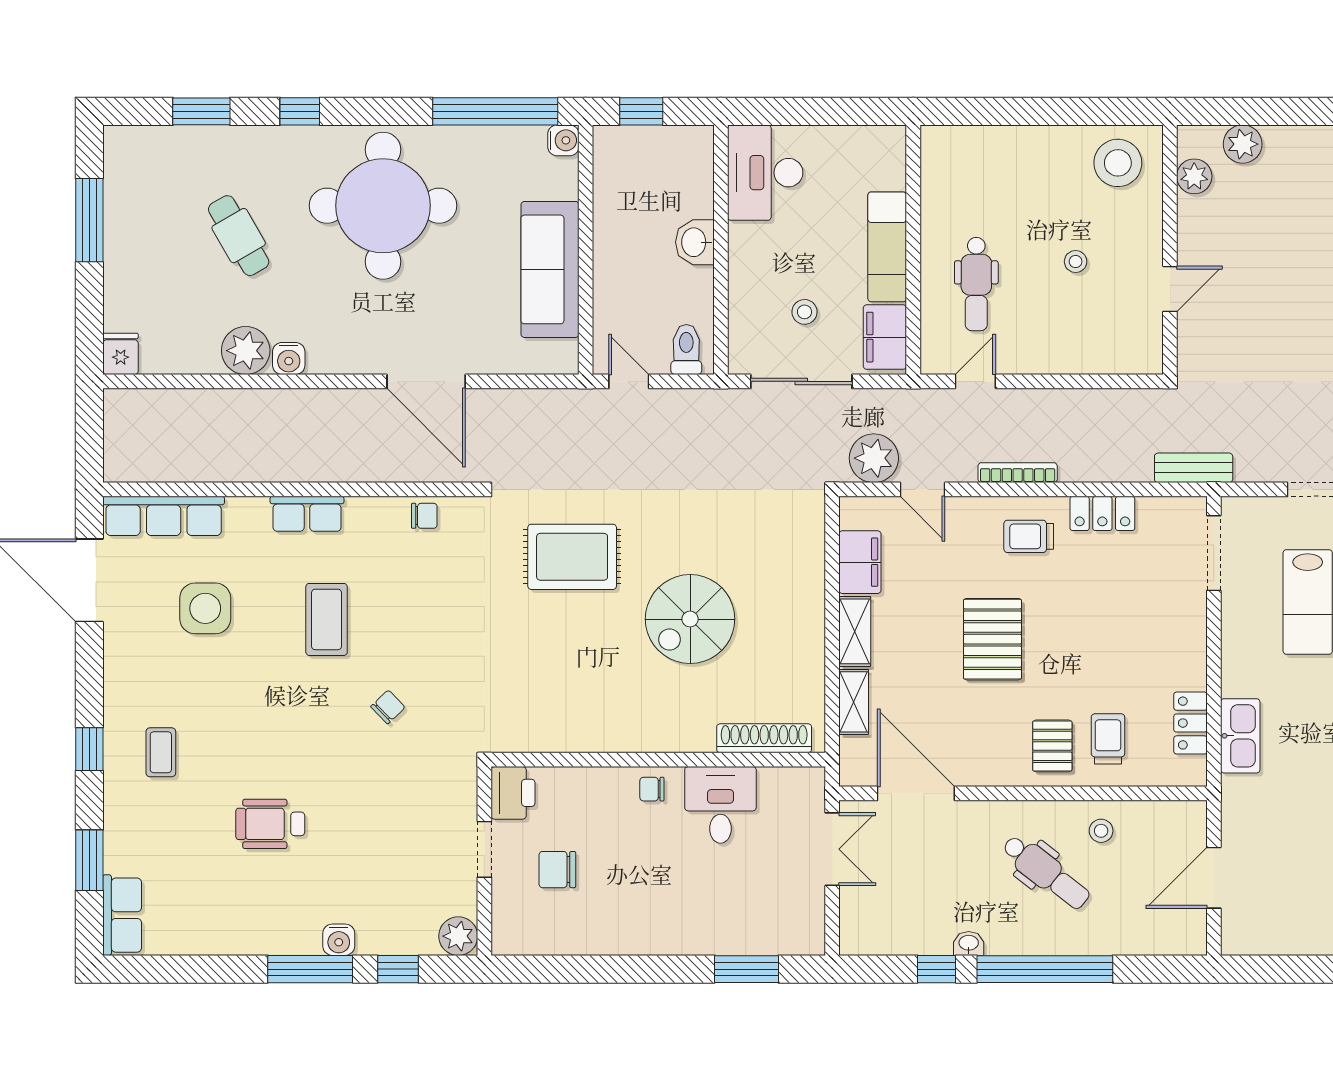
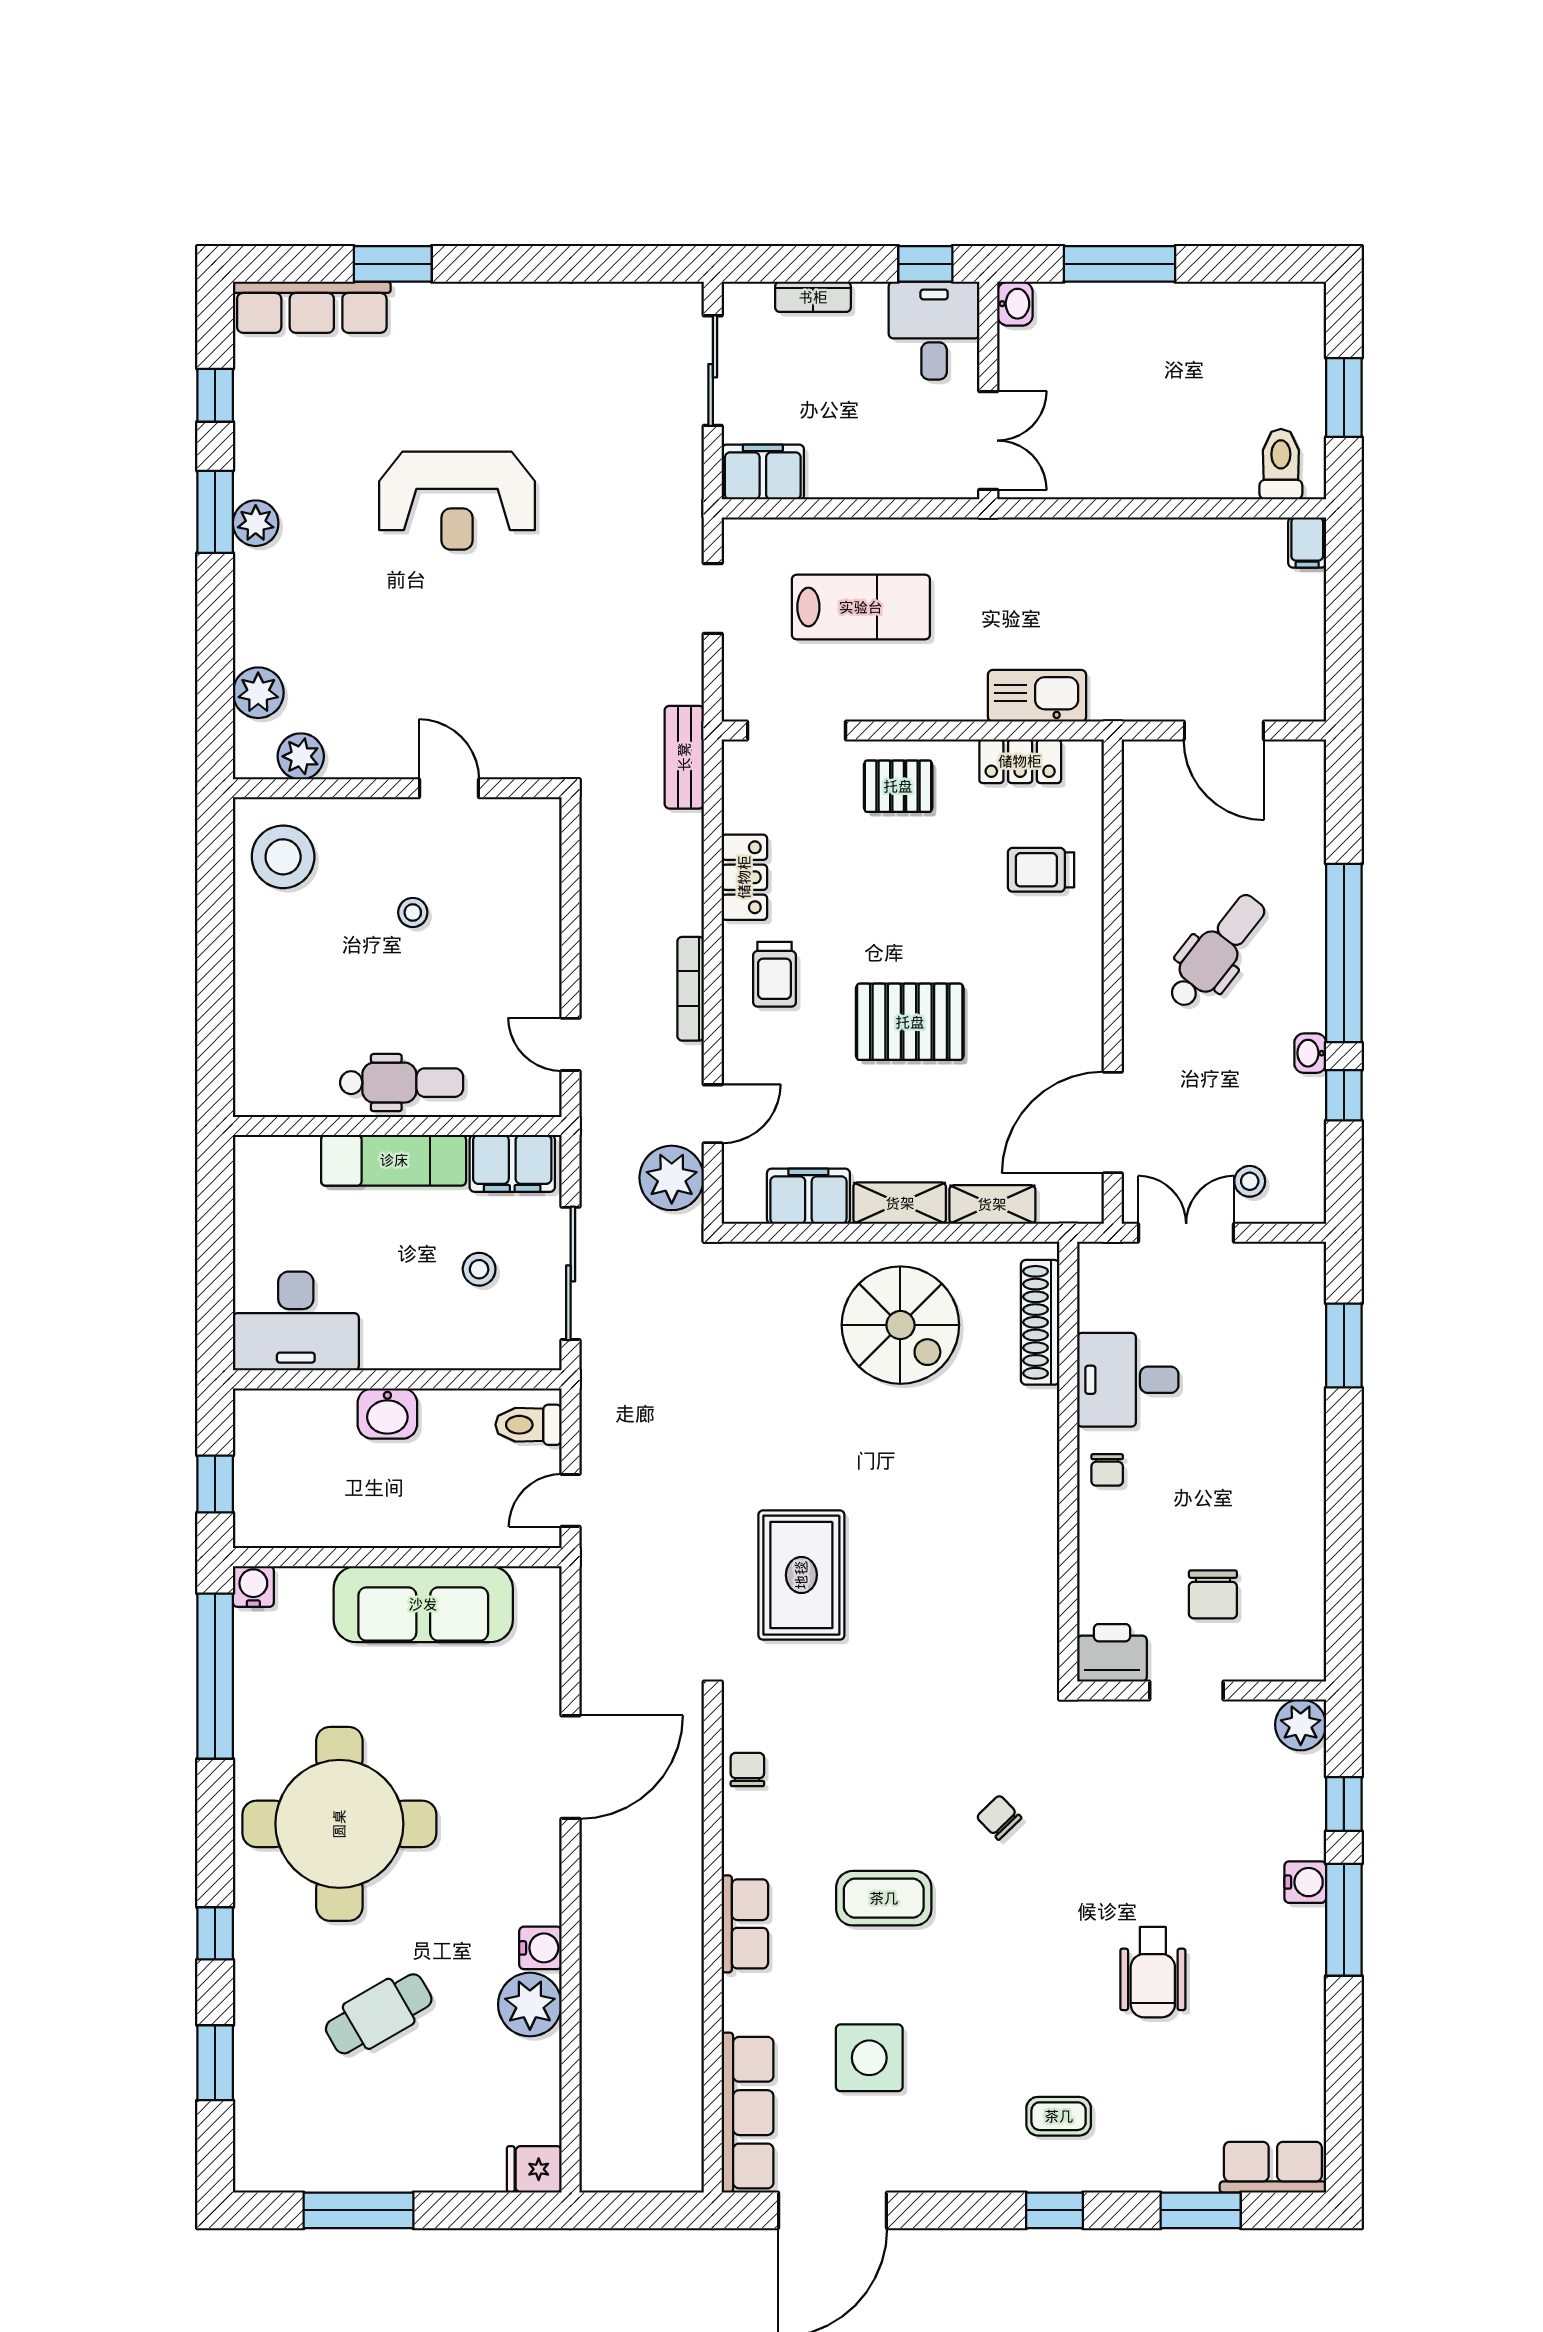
dental chair: (976, 284) -> (402, 1083), moved
spiral stairs: (690, 619) -> (900, 1325), moved
pallet: (1052, 746) -> (898, 786), moved
stool: (1101, 831) -> (1250, 1181), moved

